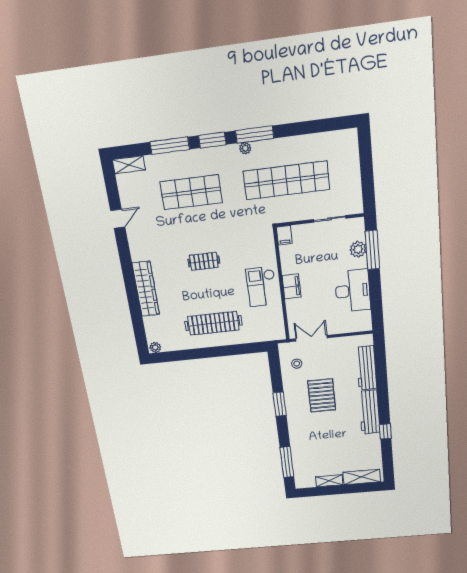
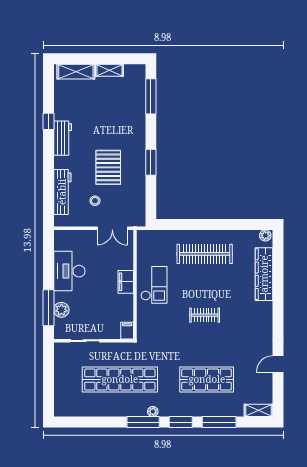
wardrobe: (146, 289) -> (264, 274), moved
stool: (297, 364) -> (95, 201), moved
workbench: (370, 412) -> (63, 138), width x0.73

